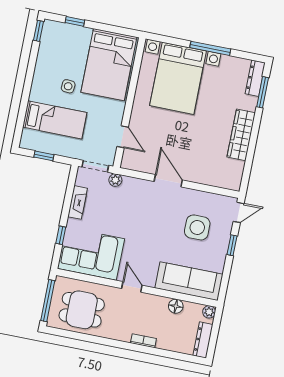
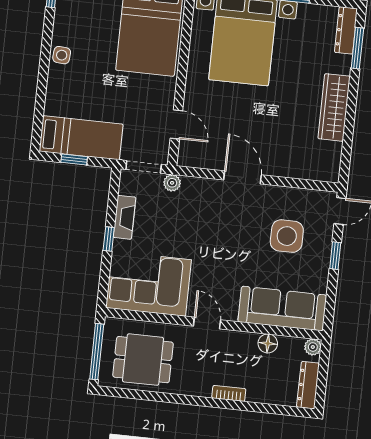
side table: (68, 86) -> (62, 55), moved
bed: (55, 120) -> (81, 138), moved
window: (61, 235) -> (109, 239), moved

